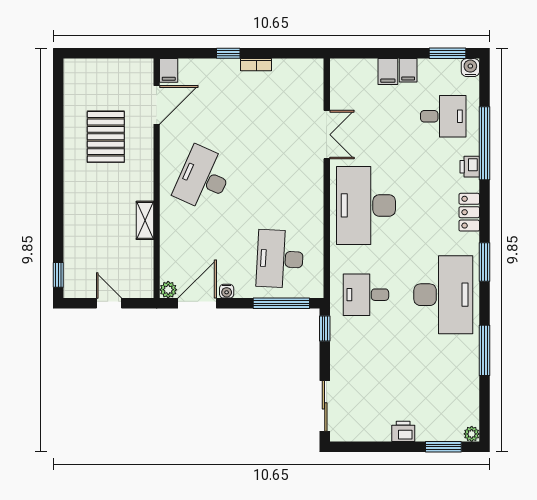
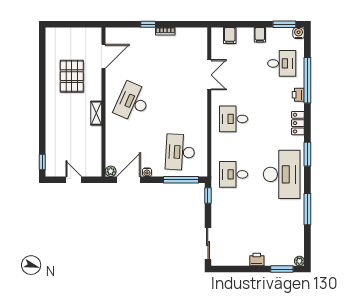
filing cabinet: (169, 70) -> (111, 35), removed
filing cabinet: (388, 71) -> (230, 36), moved
desk: (366, 205) -> (234, 119), width x0.53, depth x0.77
shelving: (145, 220) -> (96, 113), moved

